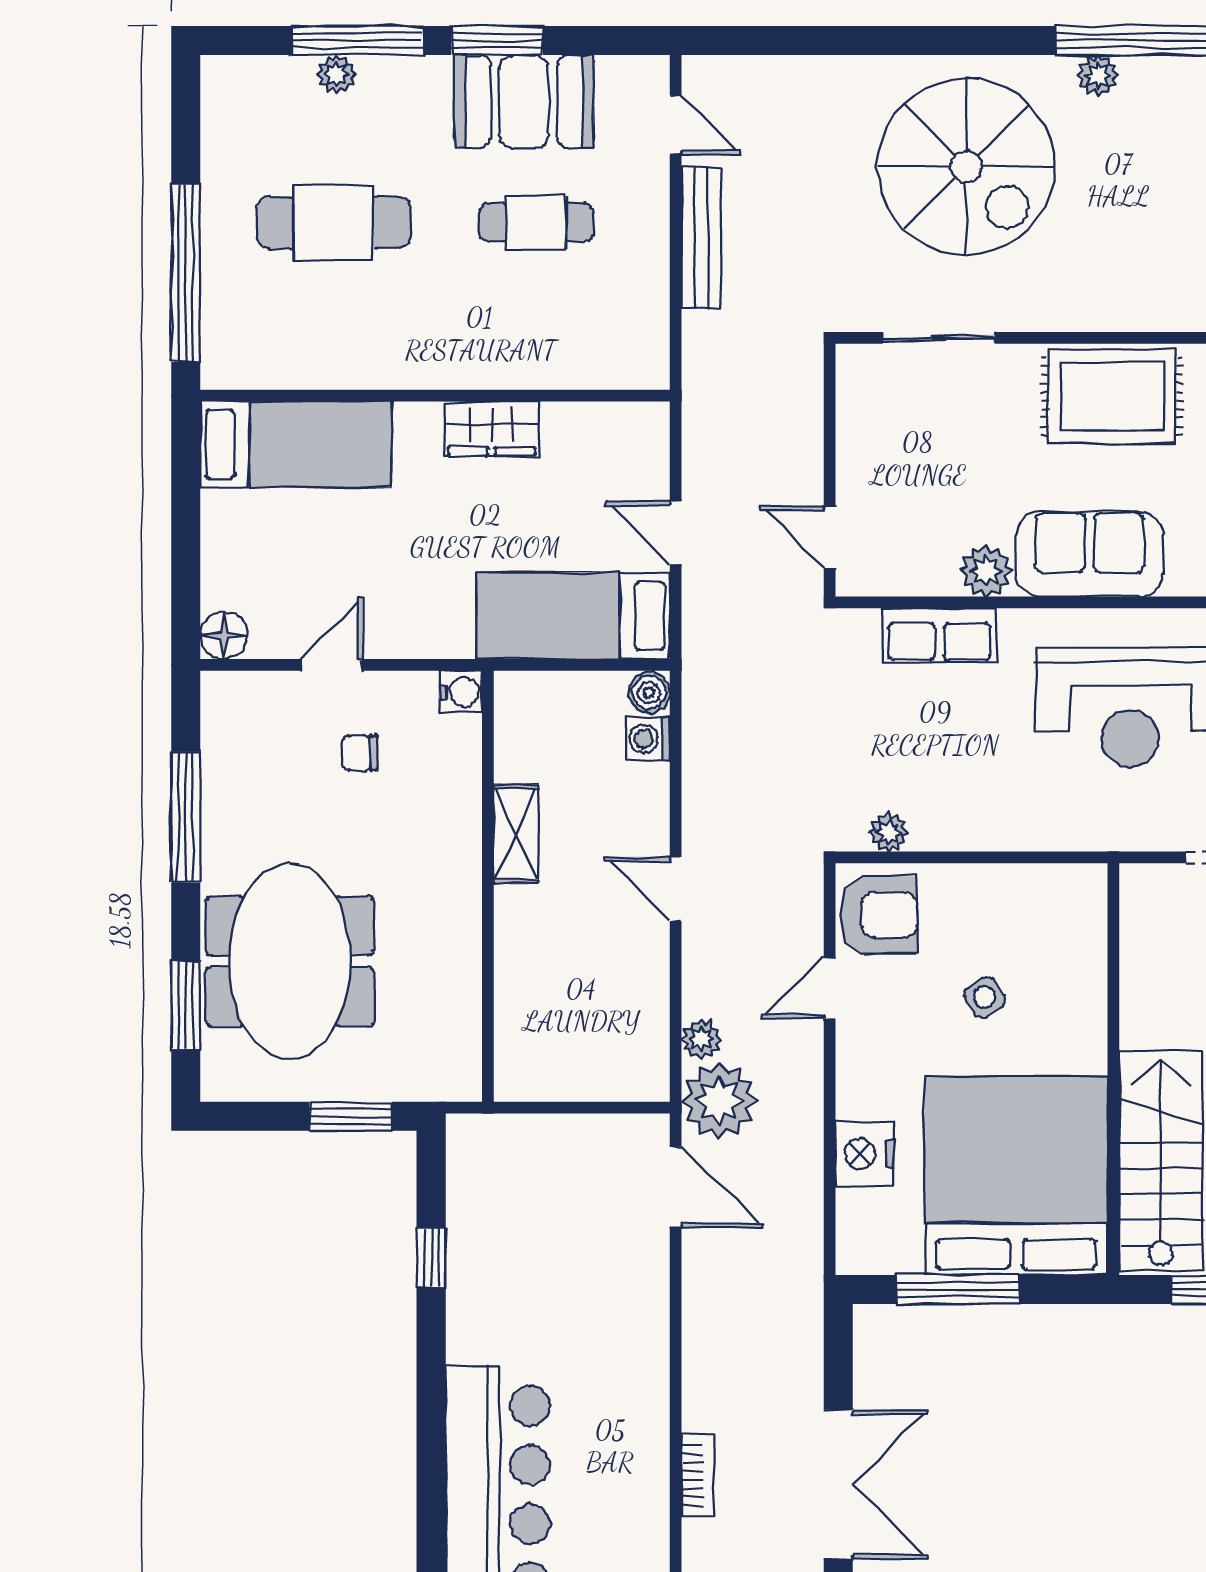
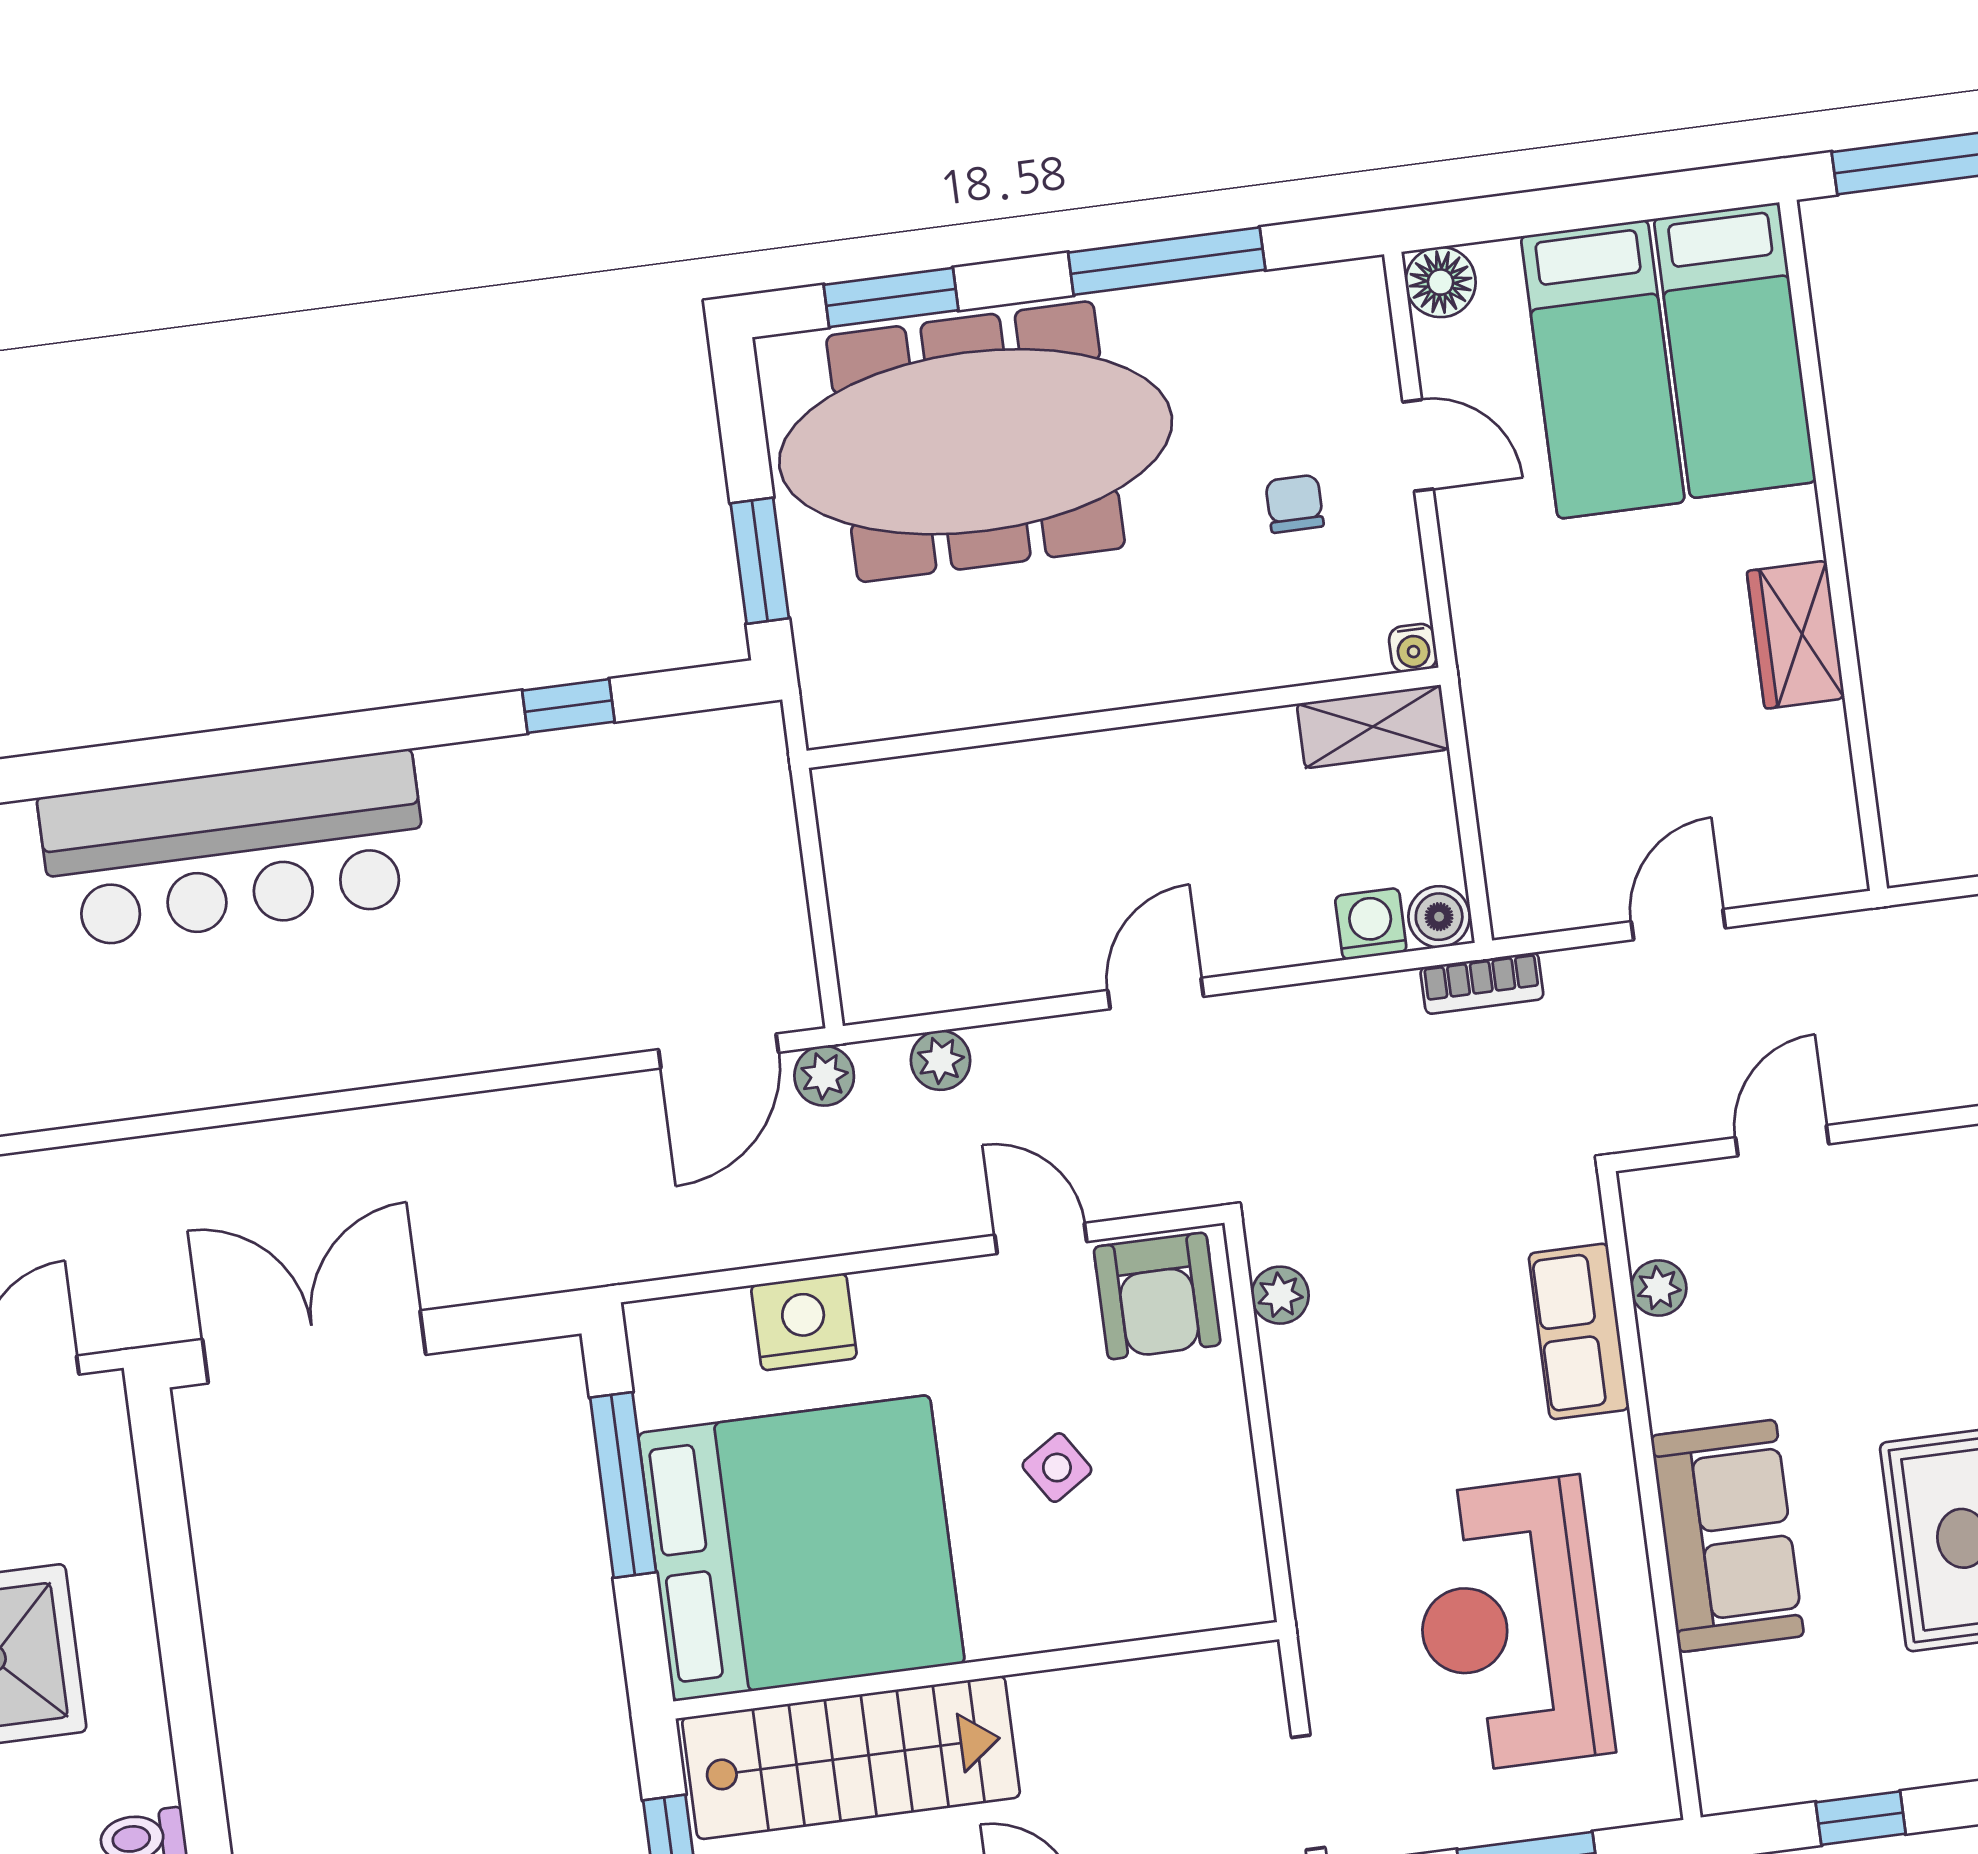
door: (830, 538) -> (1782, 1141), moved
plant: (986, 571) -> (1659, 1288), moved, width x0.73, depth x0.73
bed: (573, 616) -> (1603, 369), moved, turned 180
water cooler: (461, 692) -> (1413, 648), width x0.72, depth x0.72
shelving: (516, 834) -> (1373, 727), moved
meeting table: (290, 961) -> (976, 442), width x1.36
plant: (719, 1101) -> (824, 1076), width x0.53, depth x0.53
bookcase: (697, 1475) -> (1482, 983), moved
double door: (838, 1484) -> (314, 1347), swing flipped

